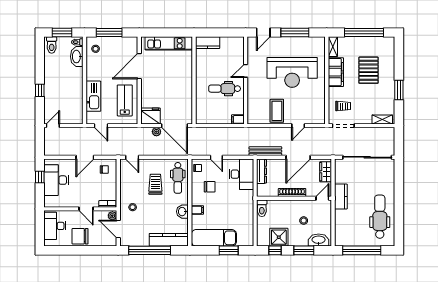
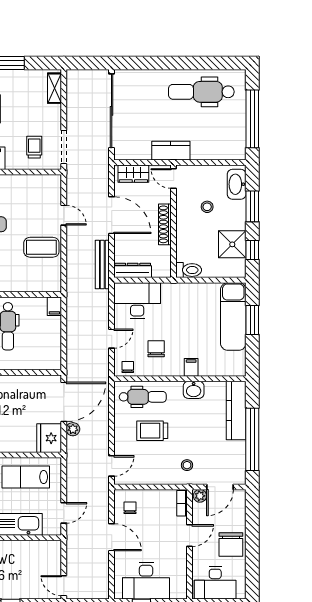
exam couch: (214, 238) -> (233, 316), moved

